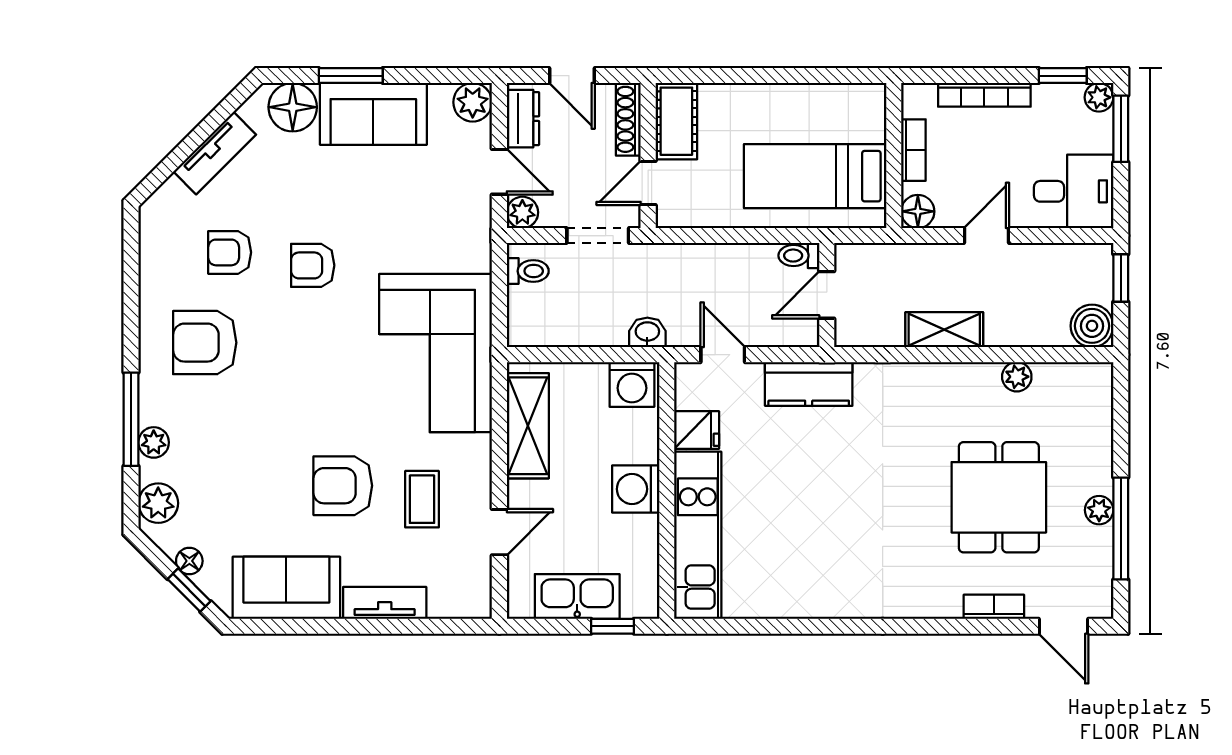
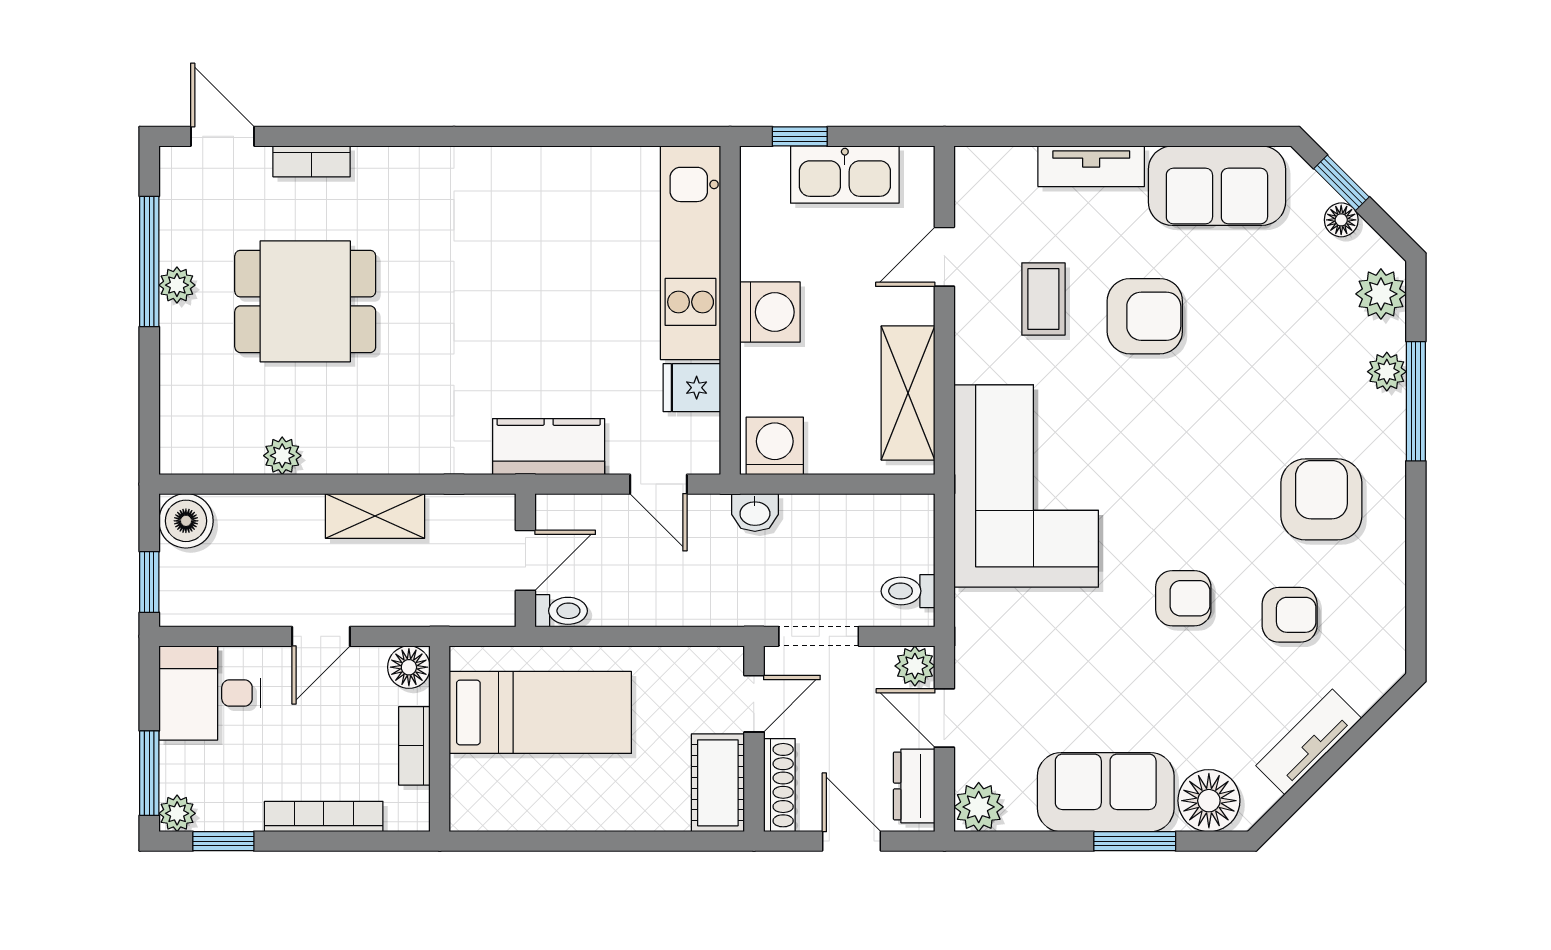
armchair: (205, 343) -> (1321, 499), turned -90
dining table: (999, 497) -> (305, 301), turned 90

